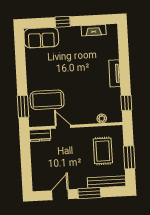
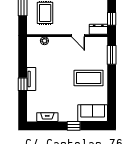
coffee table: (47, 100) -> (89, 78), moved
window: (126, 103) -> (23, 84), moved
window: (25, 148) -> (112, 19), added

